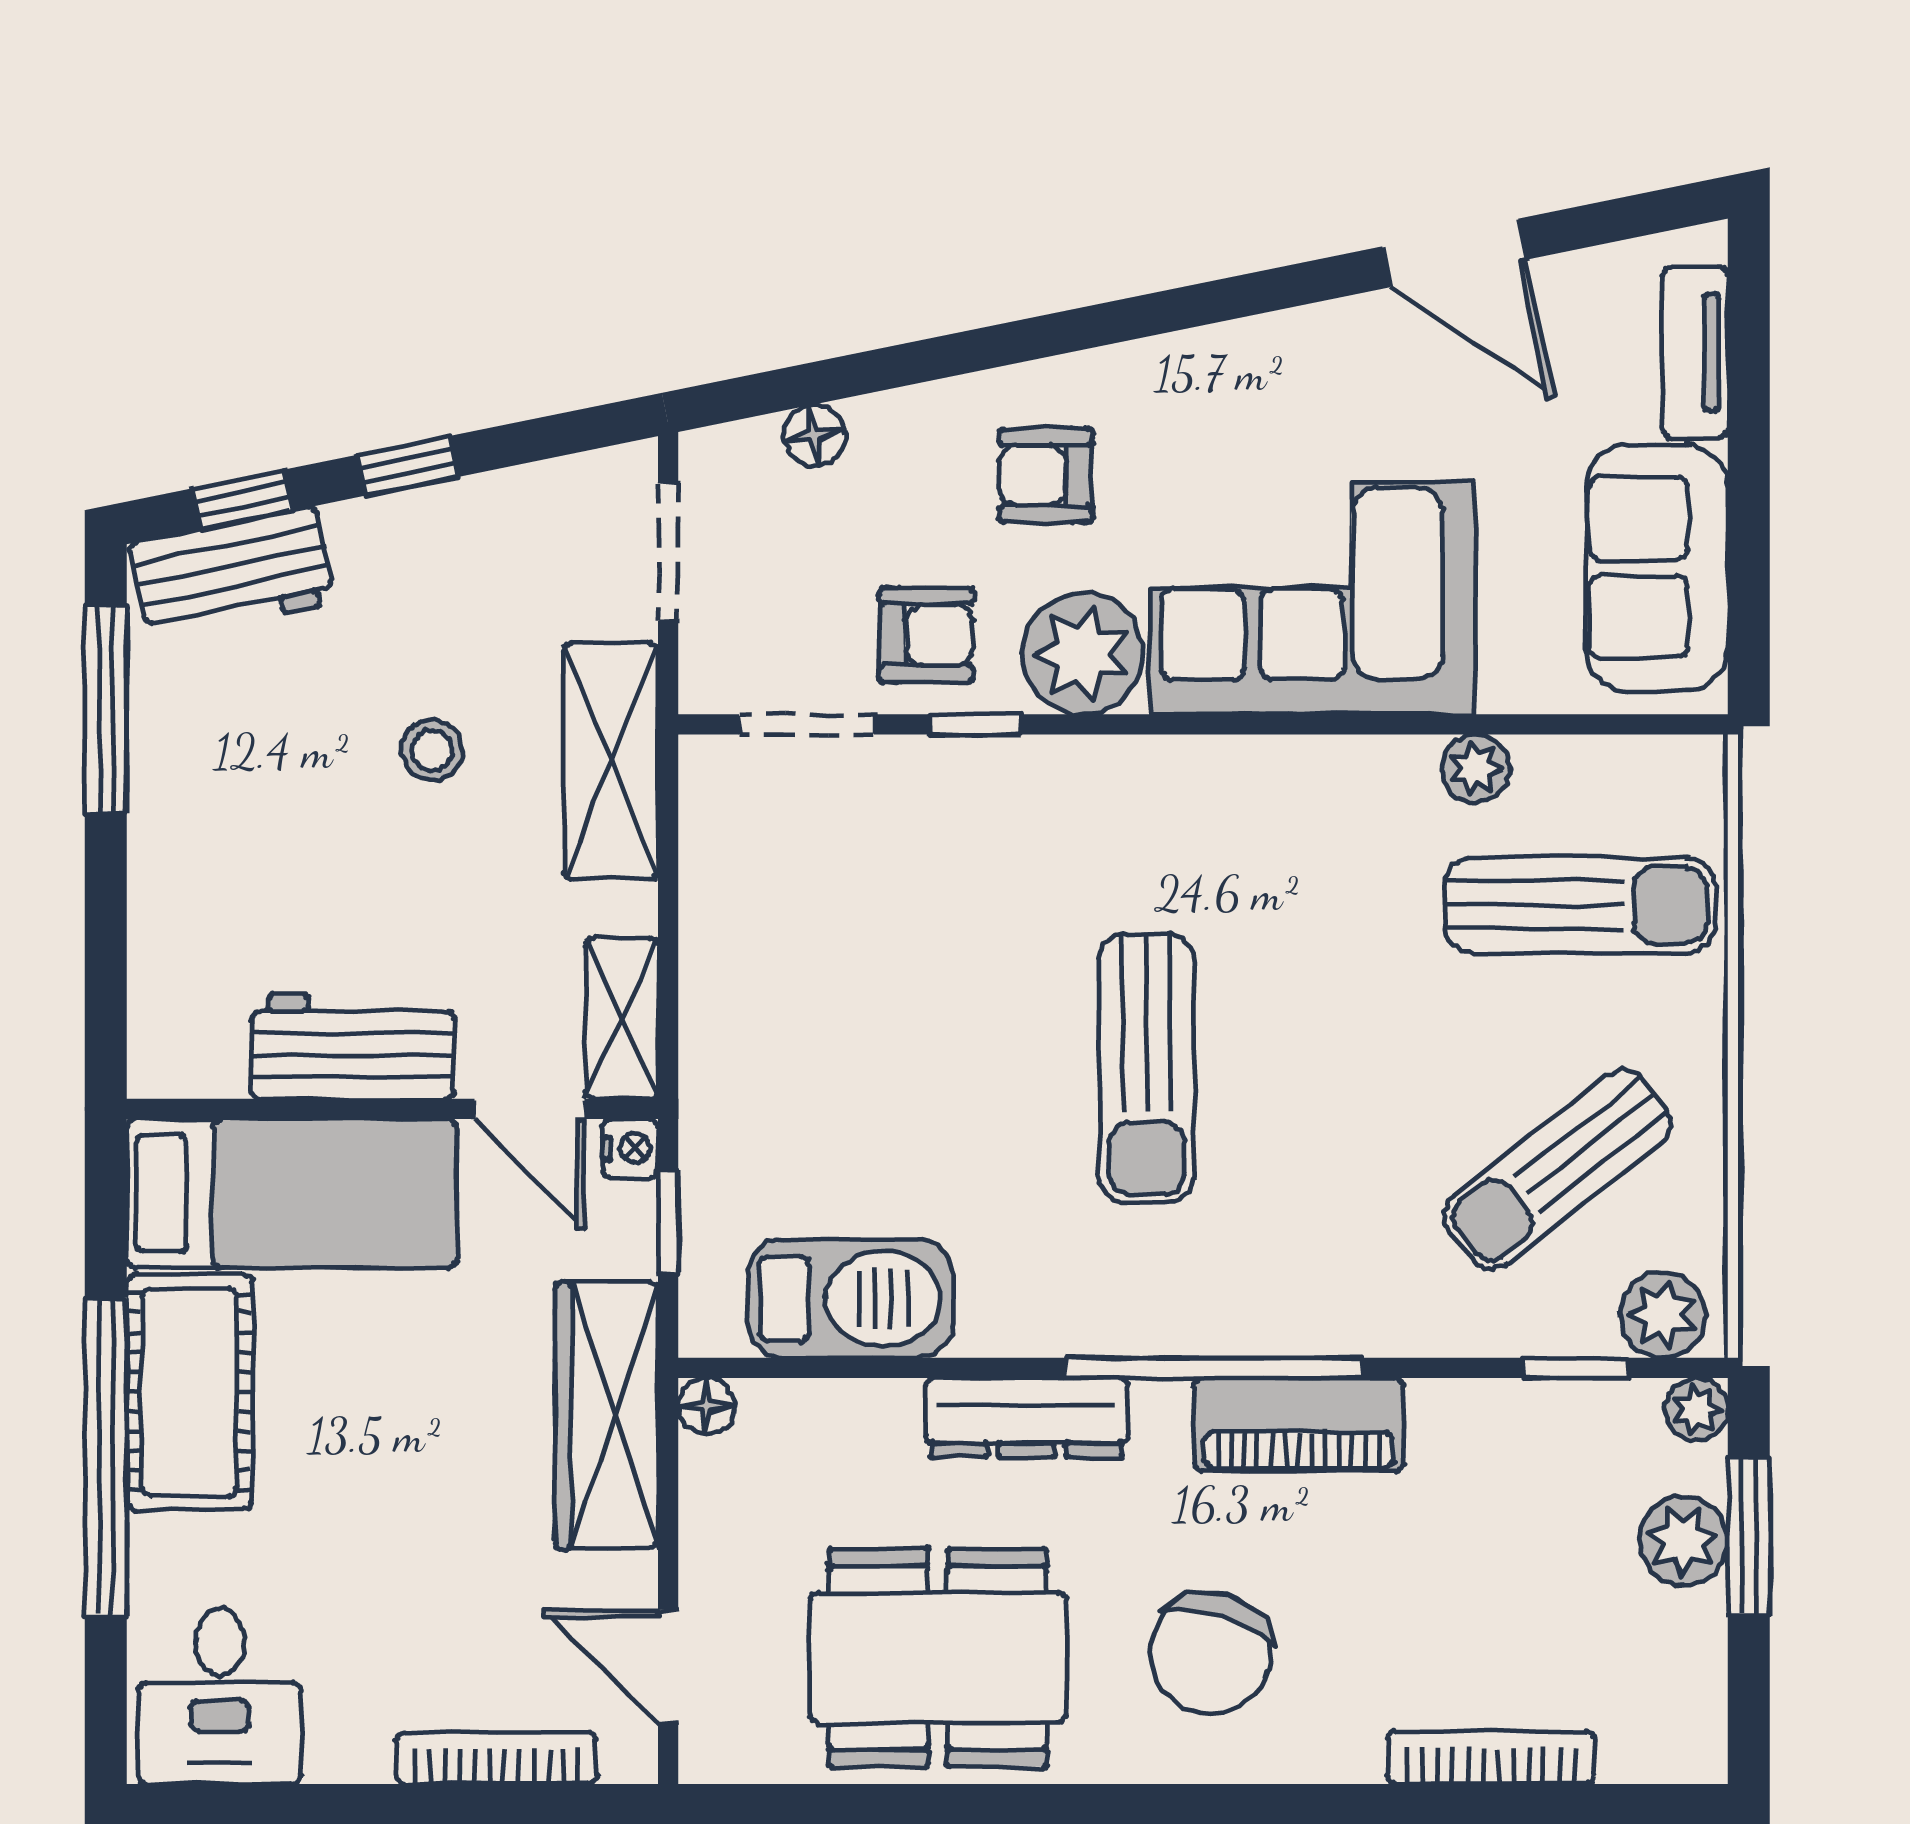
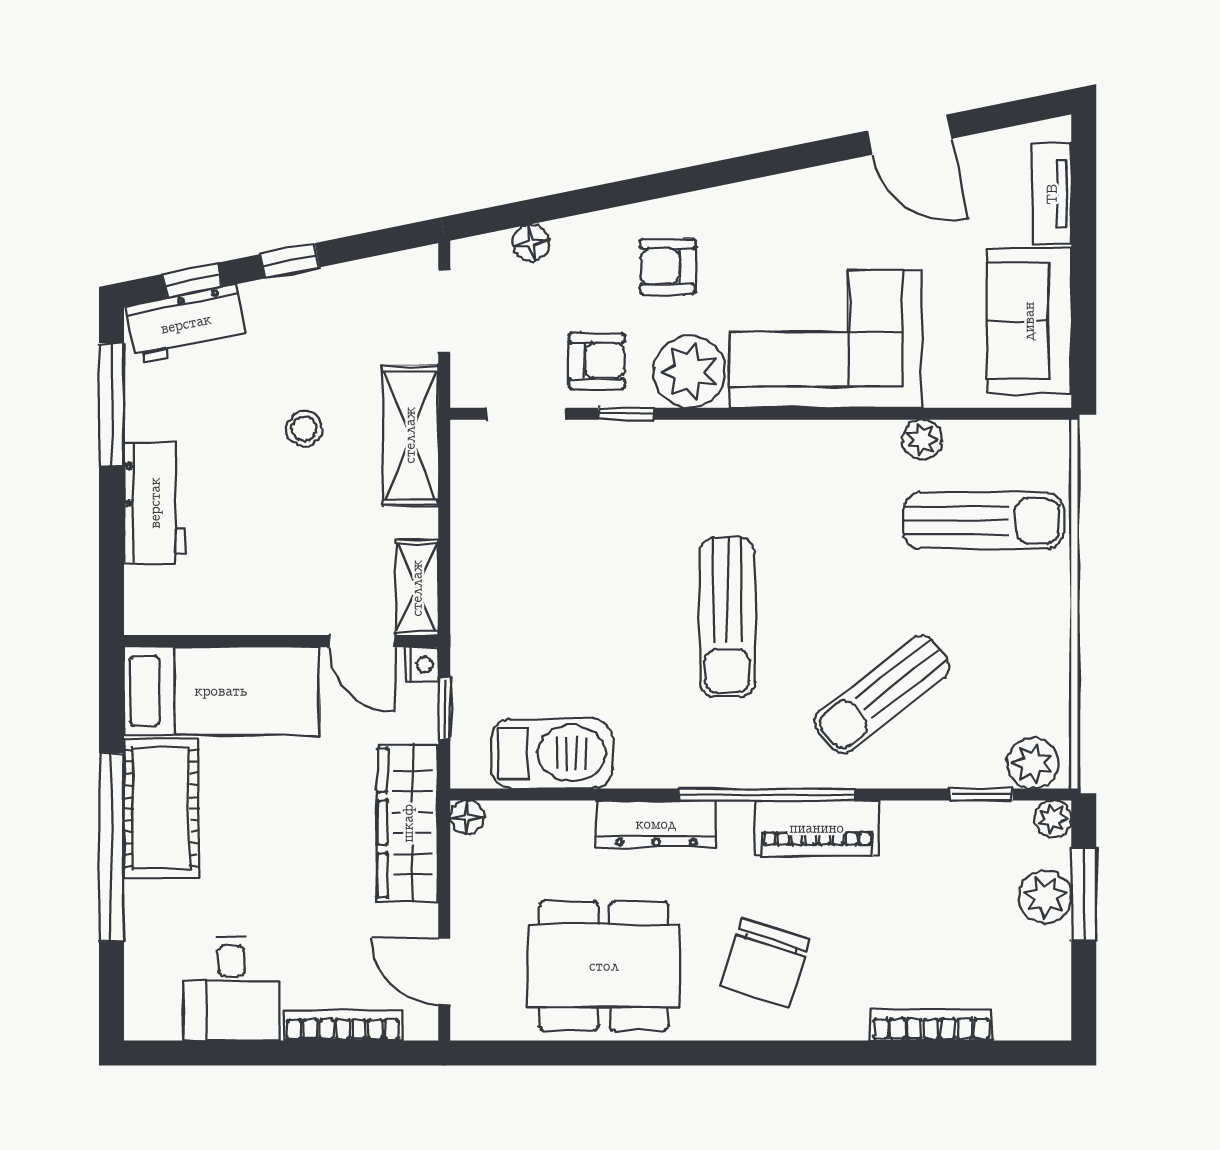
workbench: (353, 1047) -> (155, 503), moved, turned 90
sun lounger: (1557, 1169) -> (882, 694), moved
desk: (220, 1696) -> (231, 989), moved

